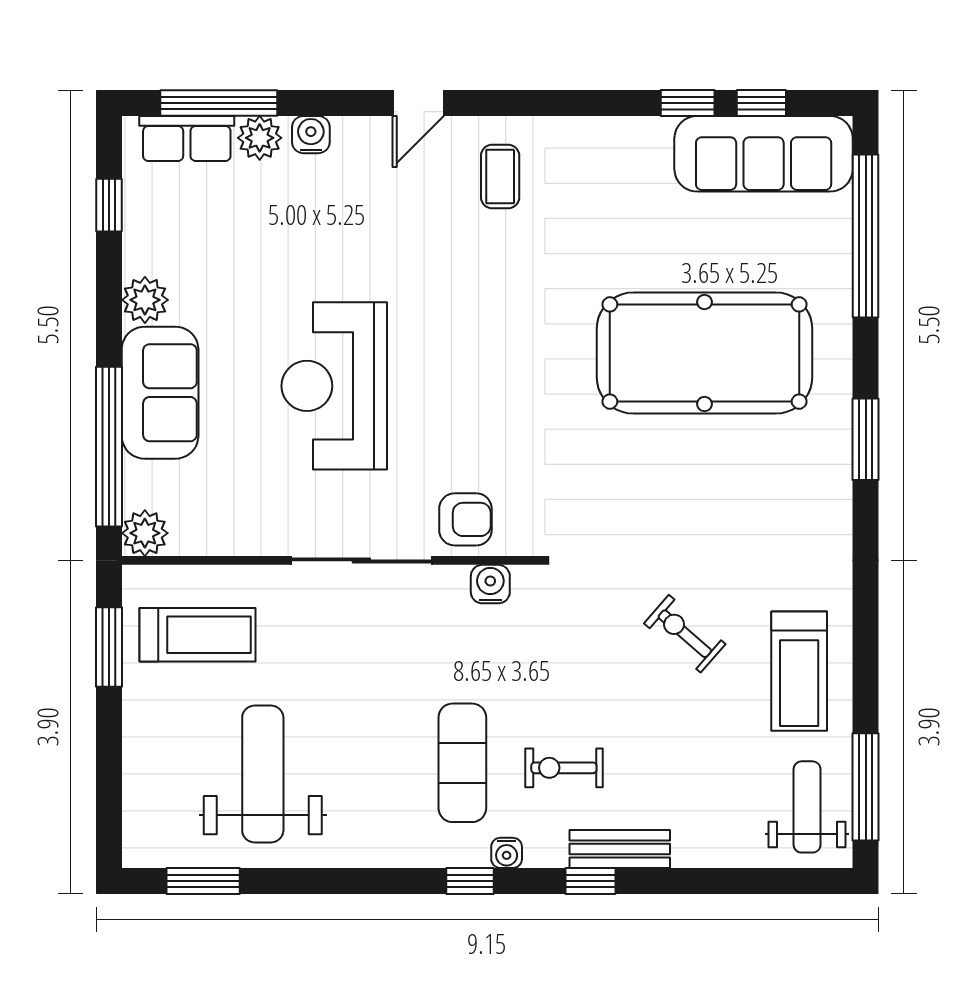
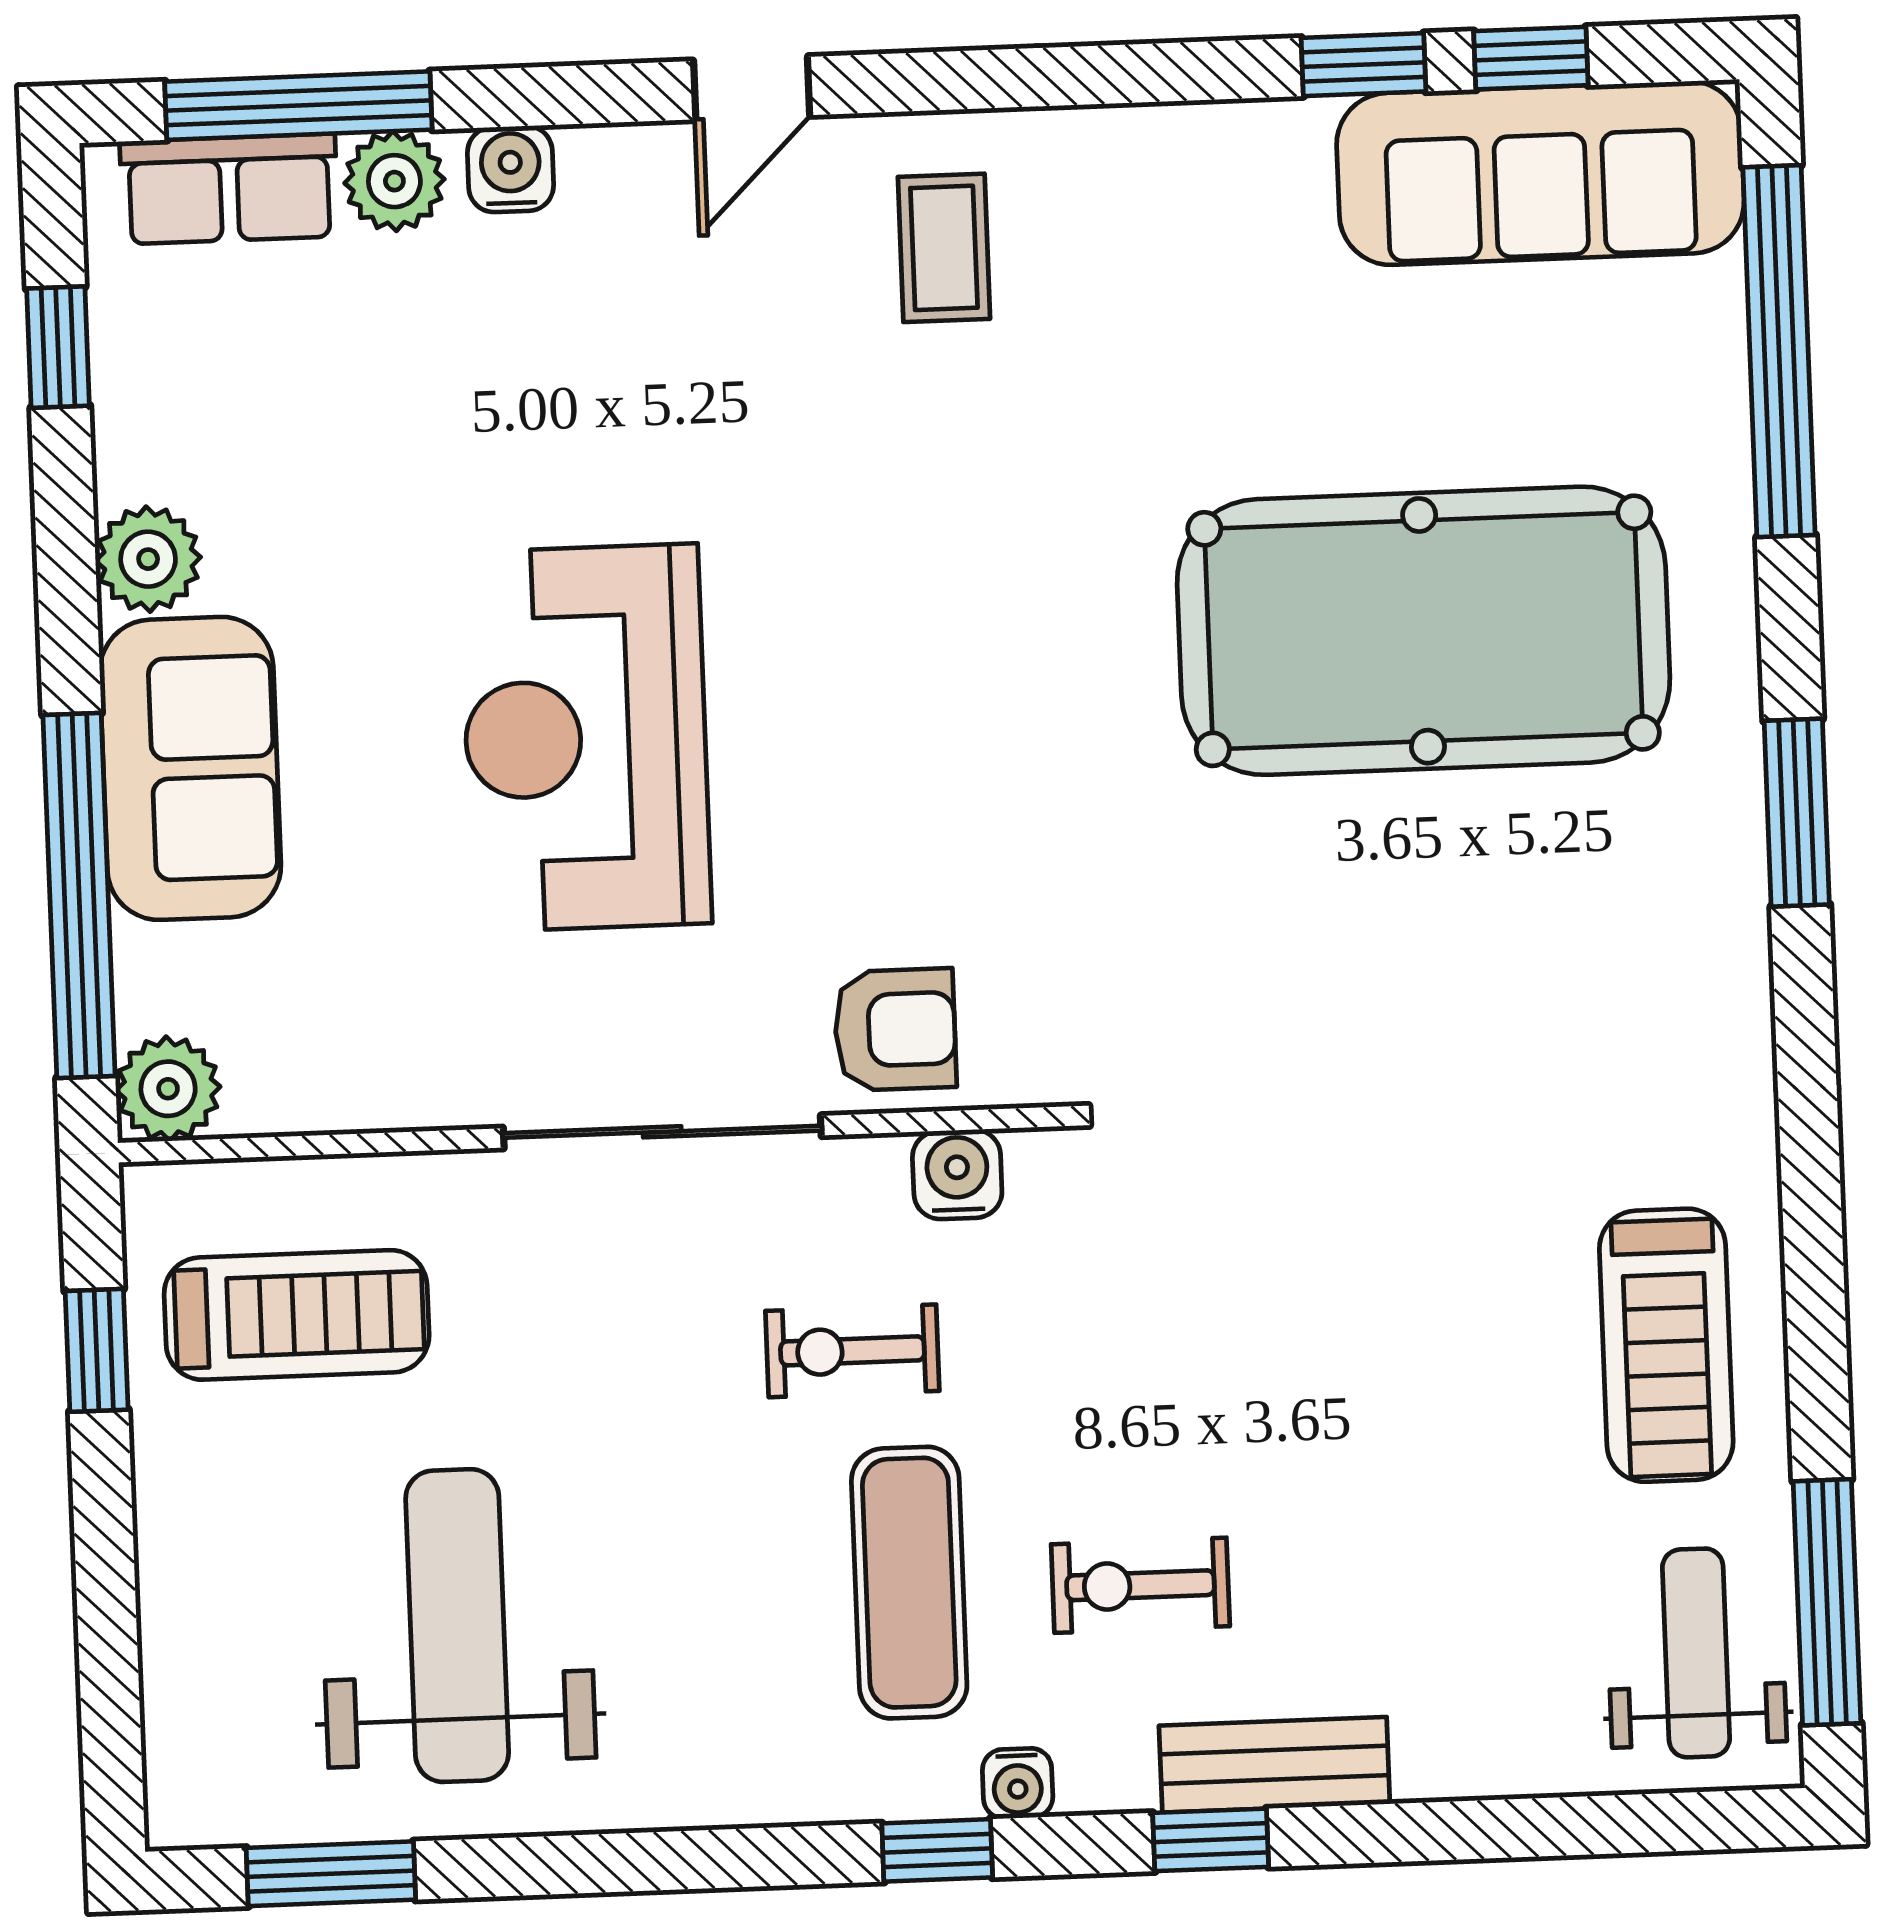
exercise bike: (685, 634) -> (852, 1351), moved, turned -41
window: (109, 647) -> (97, 1350), width x0.67

